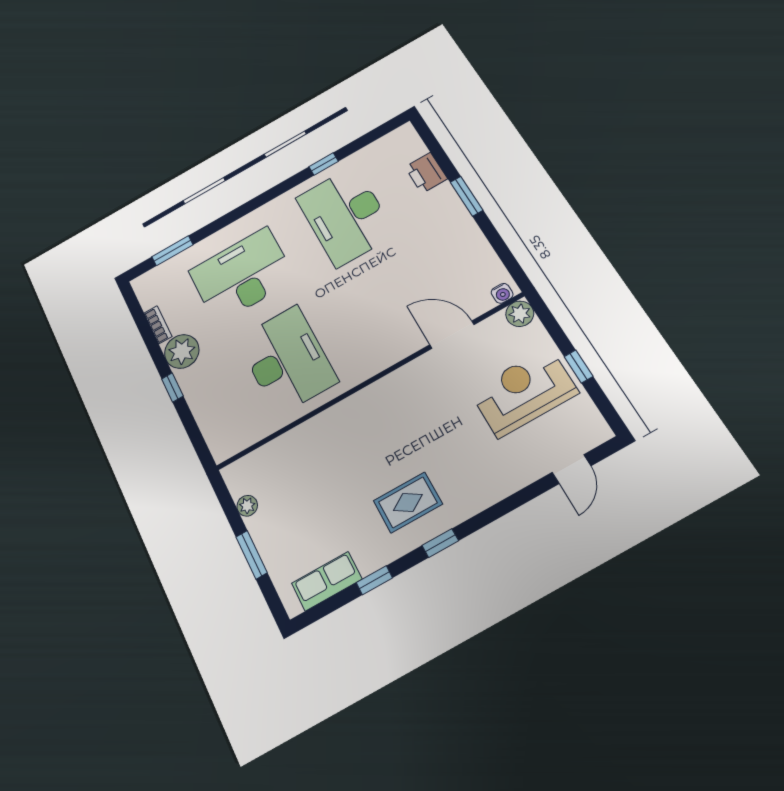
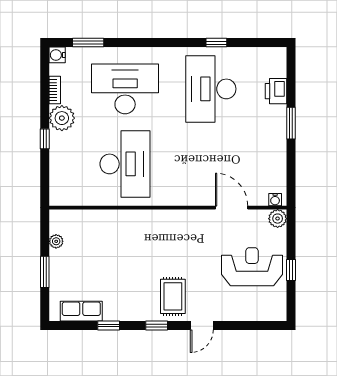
water cooler: (142, 285) -> (57, 55), added
door: (571, 469) -> (202, 326), moved
rug: (408, 502) -> (173, 296), moved, turned 90

